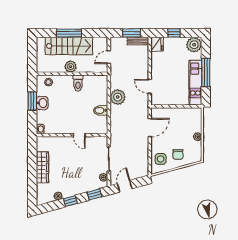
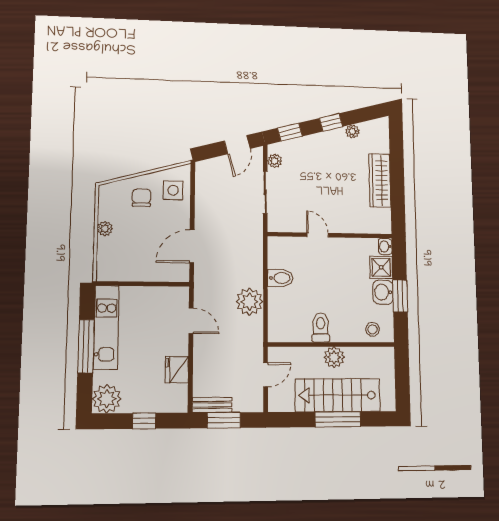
fridge: (157, 44) -> (177, 370), moved
shower: (43, 117) -> (381, 267), added

